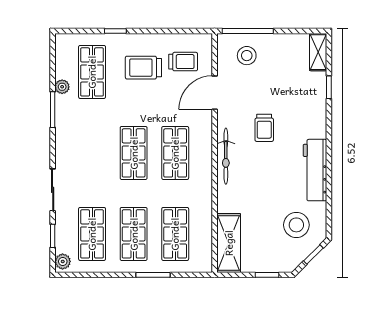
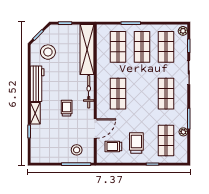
shelving: (318, 52) -> (35, 113), moved
trolley: (143, 68) -> (136, 143), turned -90
shop shelf: (134, 153) -> (166, 94), moved
shelving: (229, 243) -> (87, 50), width x1.47

